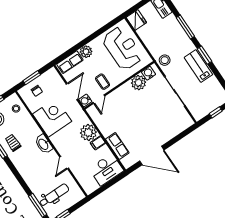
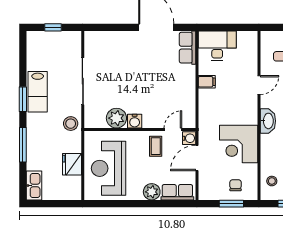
fridge: (136, 20) -> (72, 164), moved
water cooler: (148, 73) -> (135, 121), moved
plant: (88, 132) -> (209, 100), removed
row of seats: (117, 146) -> (187, 48), moved

